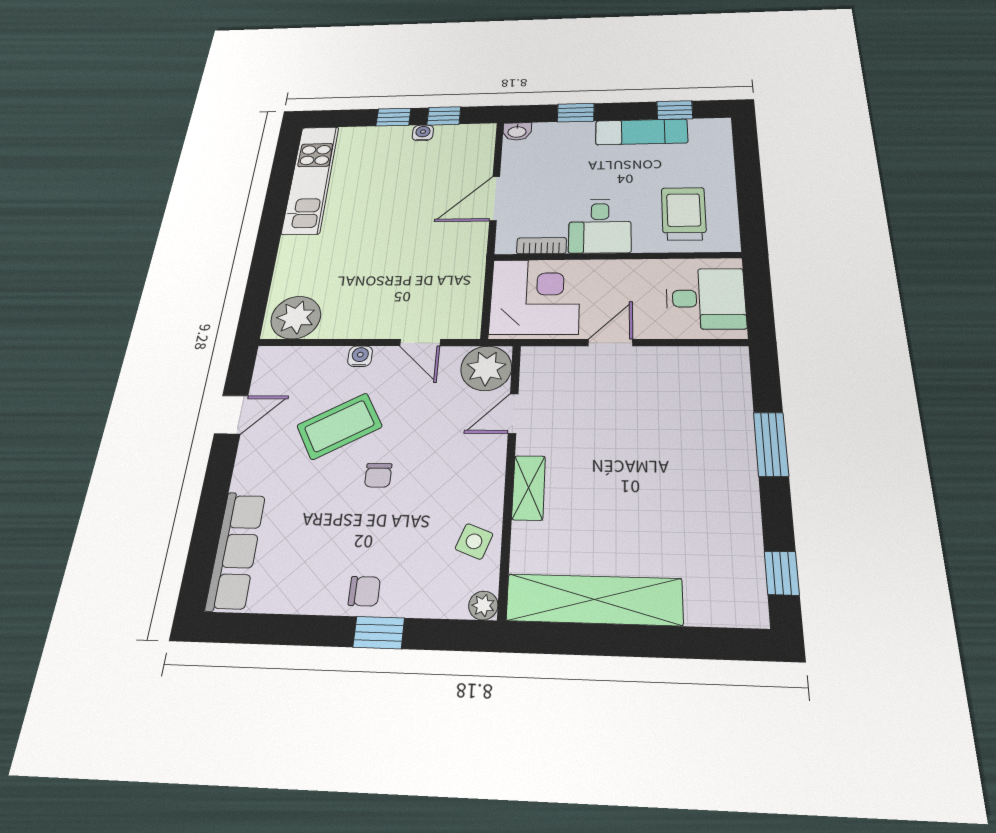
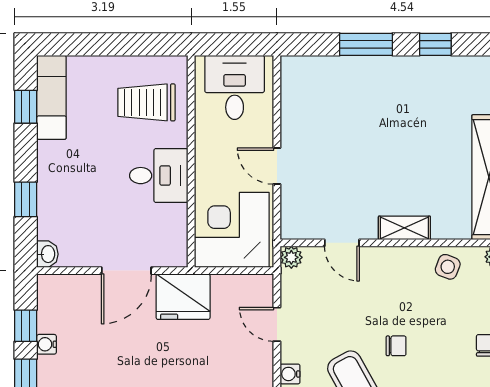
exam couch: (642, 132) -> (51, 97), moved
door: (495, 198) -> (126, 271), hinge flipped
bookcase: (542, 246) -> (179, 226), removed
fridge: (461, 250) -> (183, 297), added
door: (420, 343) -> (277, 324), swing flipped
plant: (486, 368) -> (291, 257), width x0.53, depth x0.53
window: (782, 573) -> (435, 44), moved

